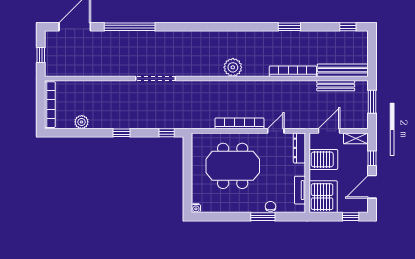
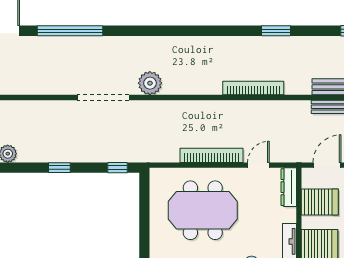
plant: (233, 67) -> (150, 83), moved
bookcase: (293, 71) -> (253, 88), moved

